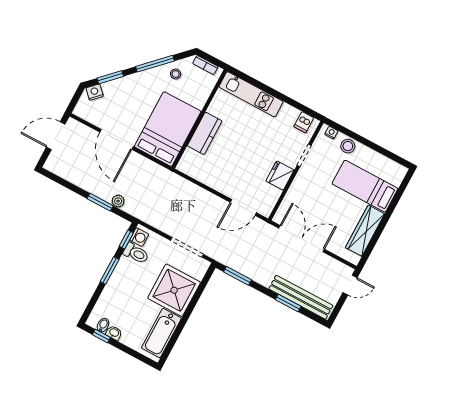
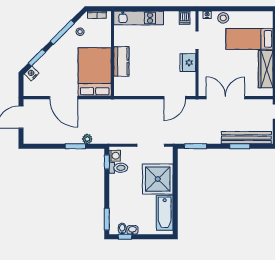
window: (110, 270) -> (107, 219), moved

